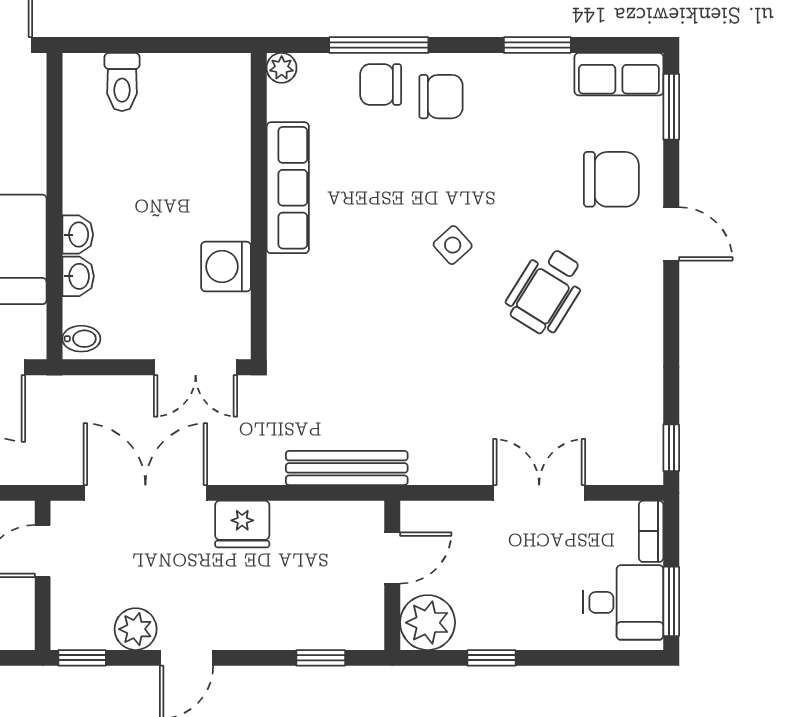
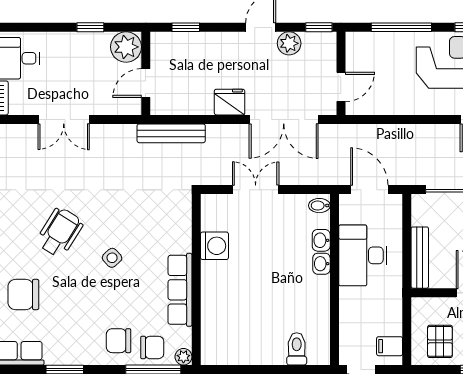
plant: (282, 68) -> (183, 357), moved
row of seats: (288, 188) -> (180, 290), moved
wall: (259, 206) -> (196, 280), moved
washing machine: (226, 267) -> (214, 246), moved

